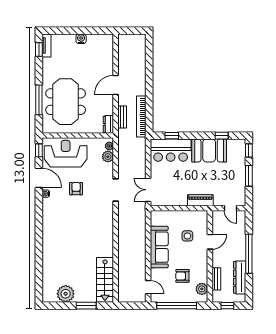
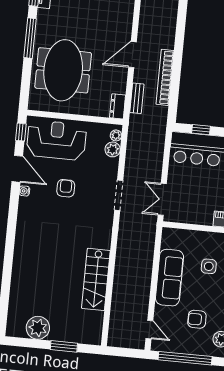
window: (39, 100) -> (30, 38), moved
bookcase: (141, 116) -> (165, 77), moved
stairs: (105, 280) -> (96, 279), moved

